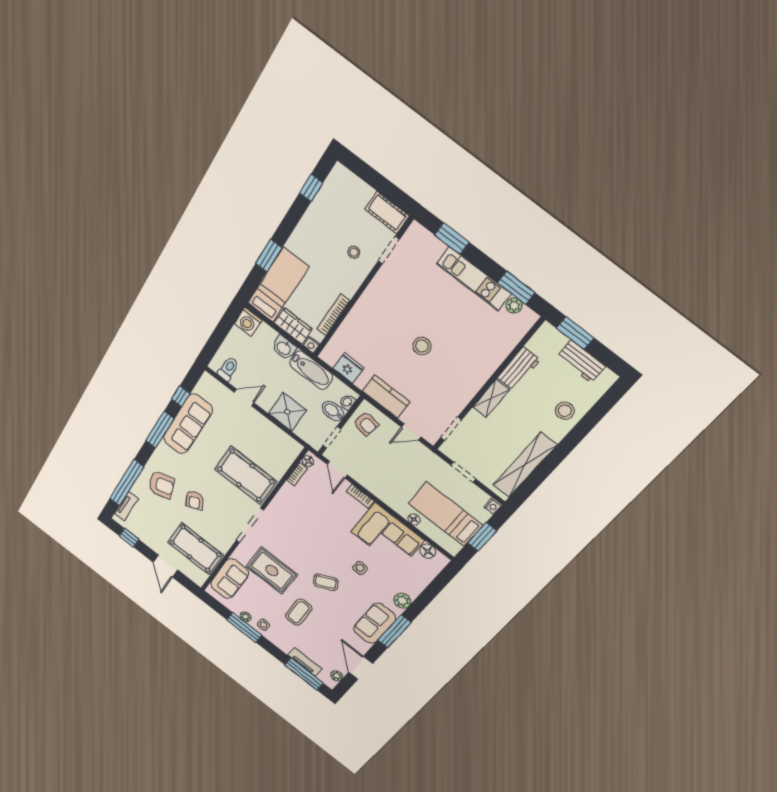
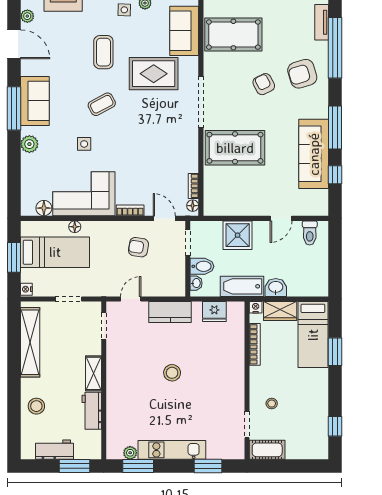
washing machine: (248, 322) -> (318, 286), removed
armchair: (366, 424) -> (138, 247), moved

